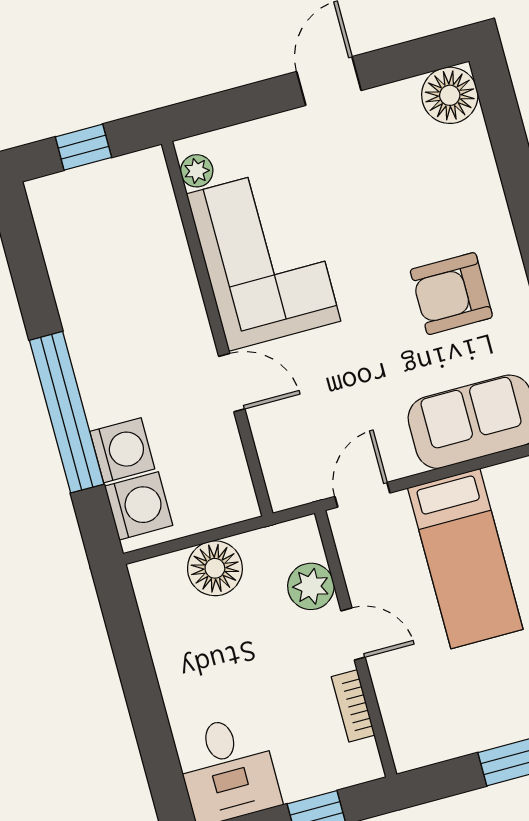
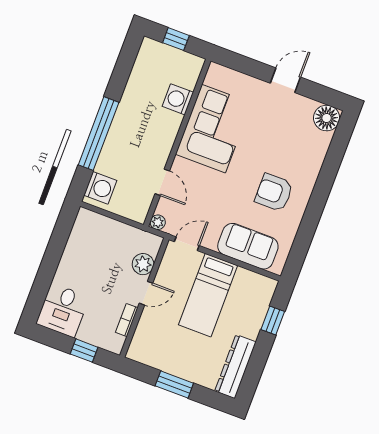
plant: (197, 171) -> (158, 222), moved
door: (232, 383) -> (162, 182), moved
washing machine: (122, 450) -> (178, 99), moved, turned 180
floor lamp: (215, 568) -> (112, 232), removed
door: (353, 634) -> (146, 293), hinge flipped

